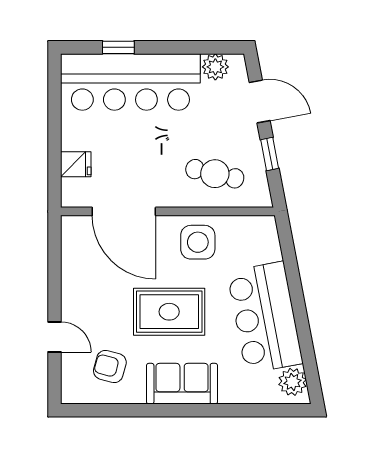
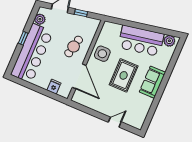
window: (118, 47) -> (23, 38), moved
cafe table: (215, 174) -> (74, 47), moved
door: (124, 211) -> (79, 76), hinge flipped
armchair: (110, 366) -> (135, 106), removed

